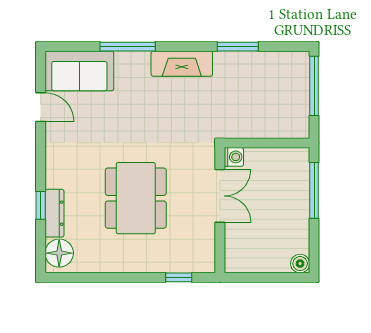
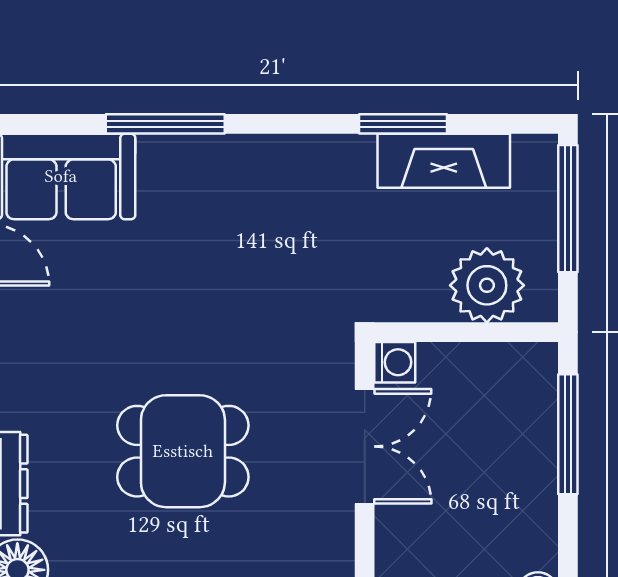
fireplace: (182, 64) -> (444, 161), moved
plant: (277, 121) -> (487, 285), added
dining table: (136, 198) -> (183, 451), width x0.73

